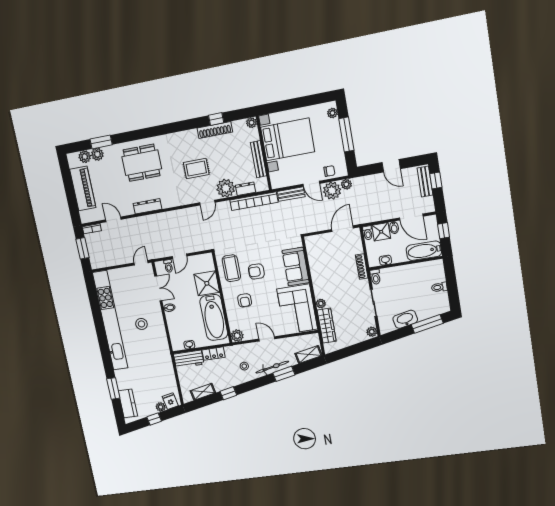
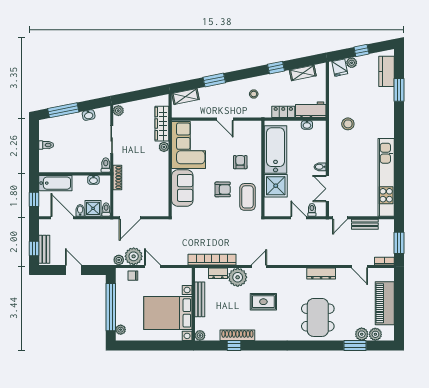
window: (346, 134) -> (111, 307), width x1.46
dining table: (142, 163) -> (318, 317), turned 90
bench: (291, 194) -> (365, 224), moved
door: (179, 256) -> (298, 218), hinge flipped
washbasin: (405, 319) -> (89, 115), width x0.52, depth x0.69
kitchen unit: (110, 320) -> (386, 177), width x0.73
stool: (141, 324) -> (348, 124), moved
plant: (237, 336) -> (255, 127), removed
bicycle: (272, 367) -> (225, 89), removed

